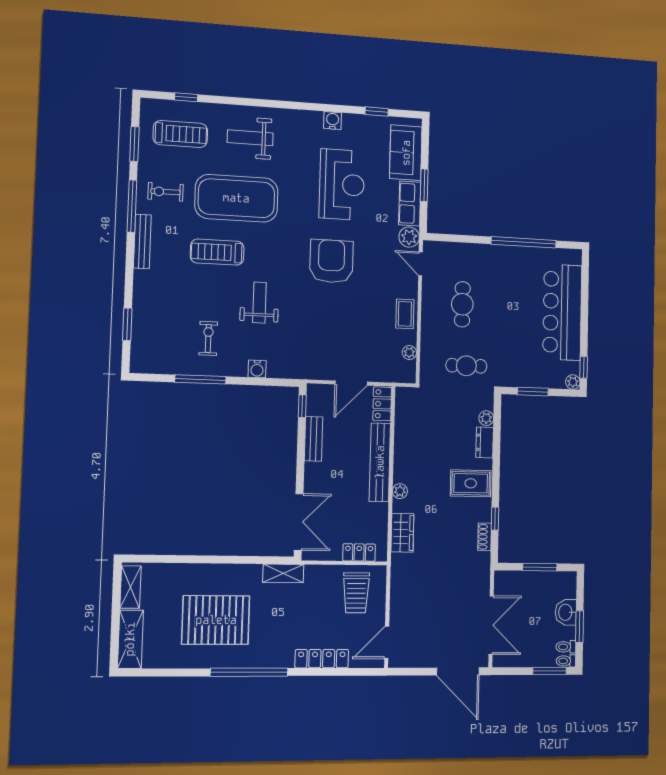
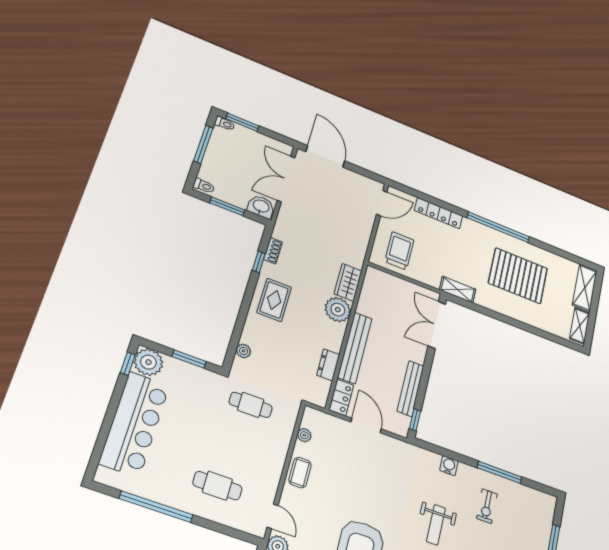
cafe table: (462, 304) -> (217, 486), moved, turned 90
plant: (573, 382) -> (148, 362), width x1.88, depth x1.88
door: (351, 383) -> (366, 425), hinge flipped
bench: (314, 439) -> (410, 389), width x1.36
dresser: (485, 442) -> (328, 365), moved, turned 180
rug: (471, 483) -> (274, 300), turned 90
plant: (400, 491) -> (338, 310), width x1.87, depth x1.87
locker: (359, 552) -> (390, 281), removed
washbasin: (566, 612) -> (261, 207), moved, turned -90
window: (580, 627) -> (203, 144), width x1.44
toilet: (566, 647) -> (204, 186), moved

